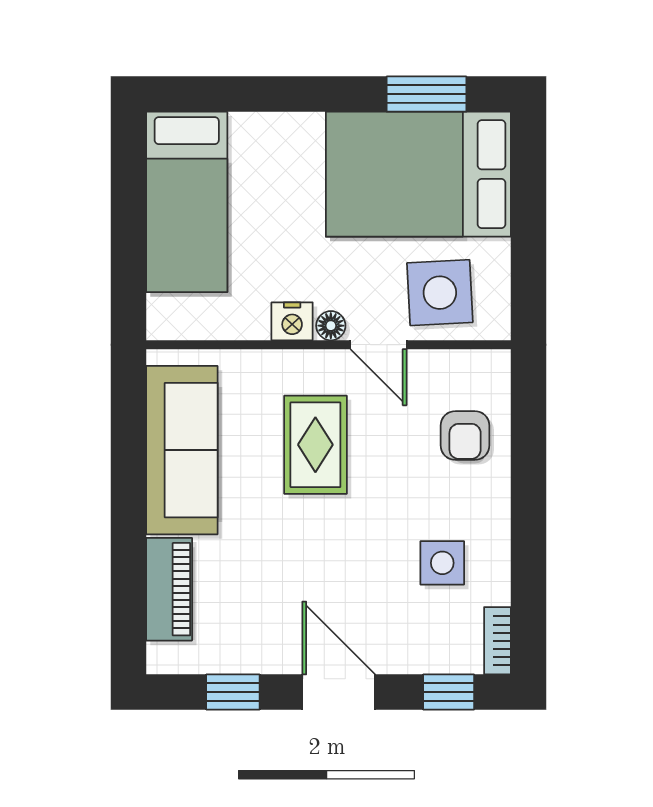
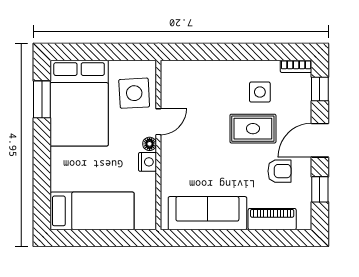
armchair: (465, 435) -> (279, 171), moved
rug: (315, 445) -> (253, 129), moved

